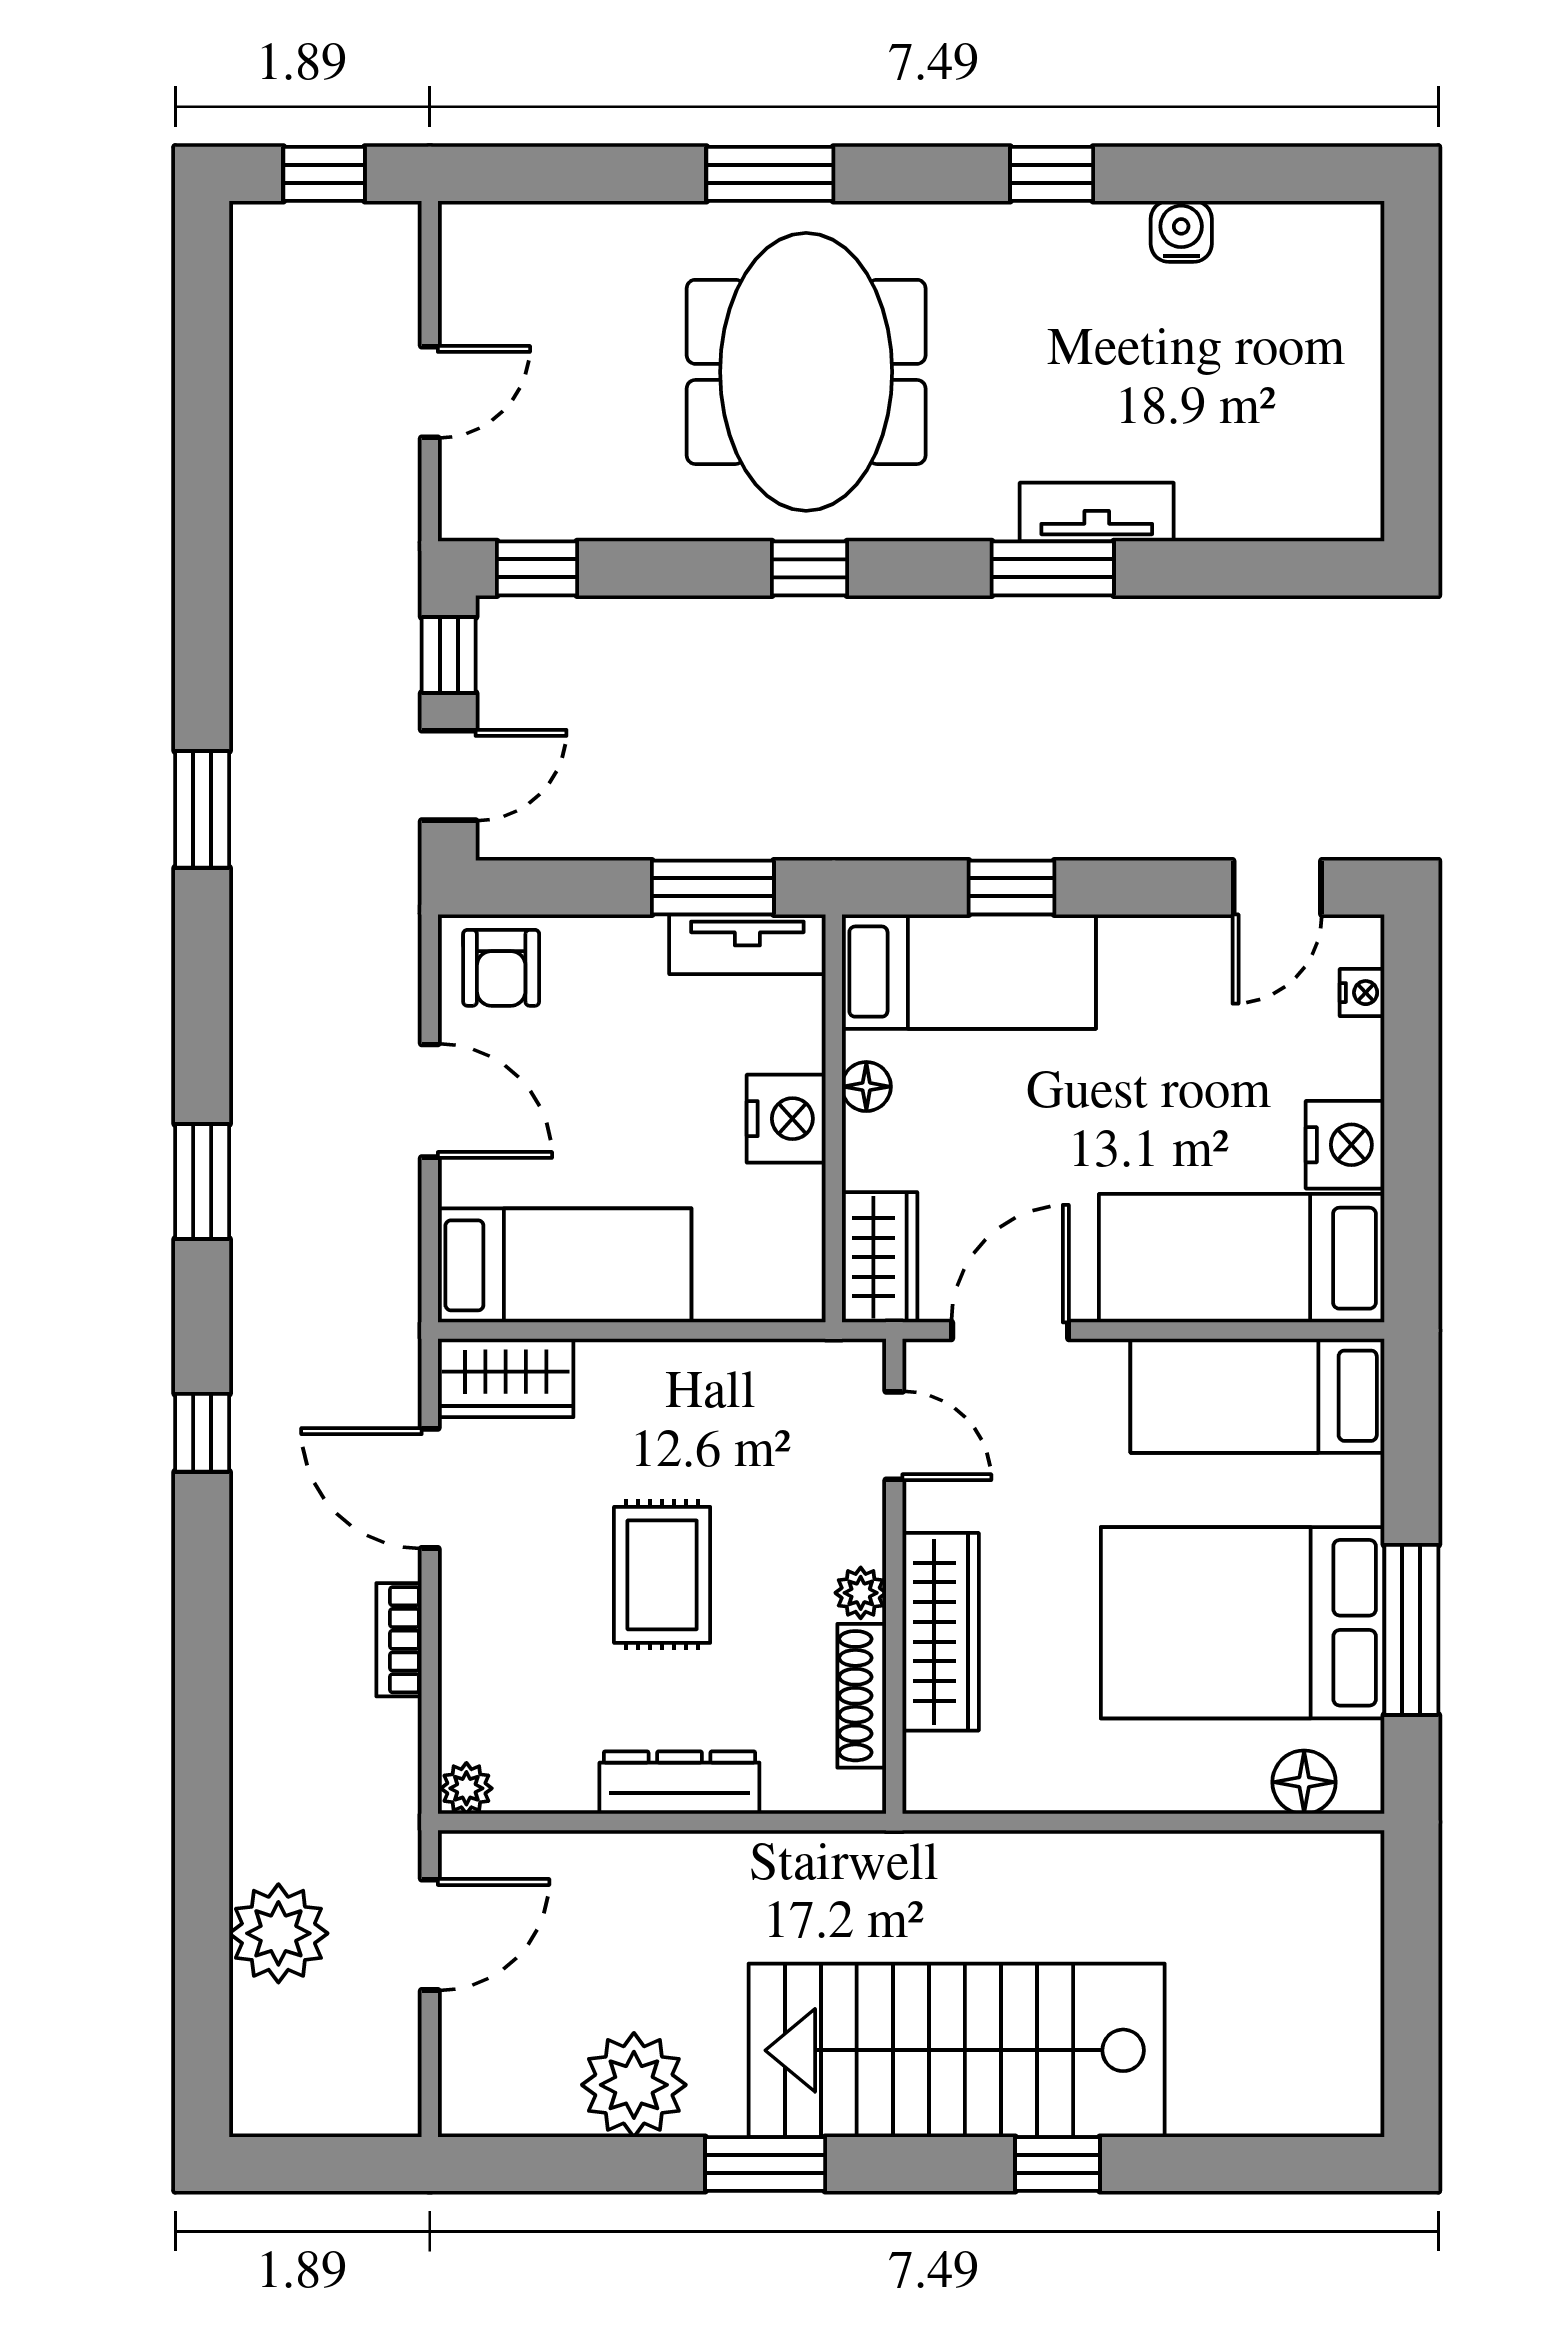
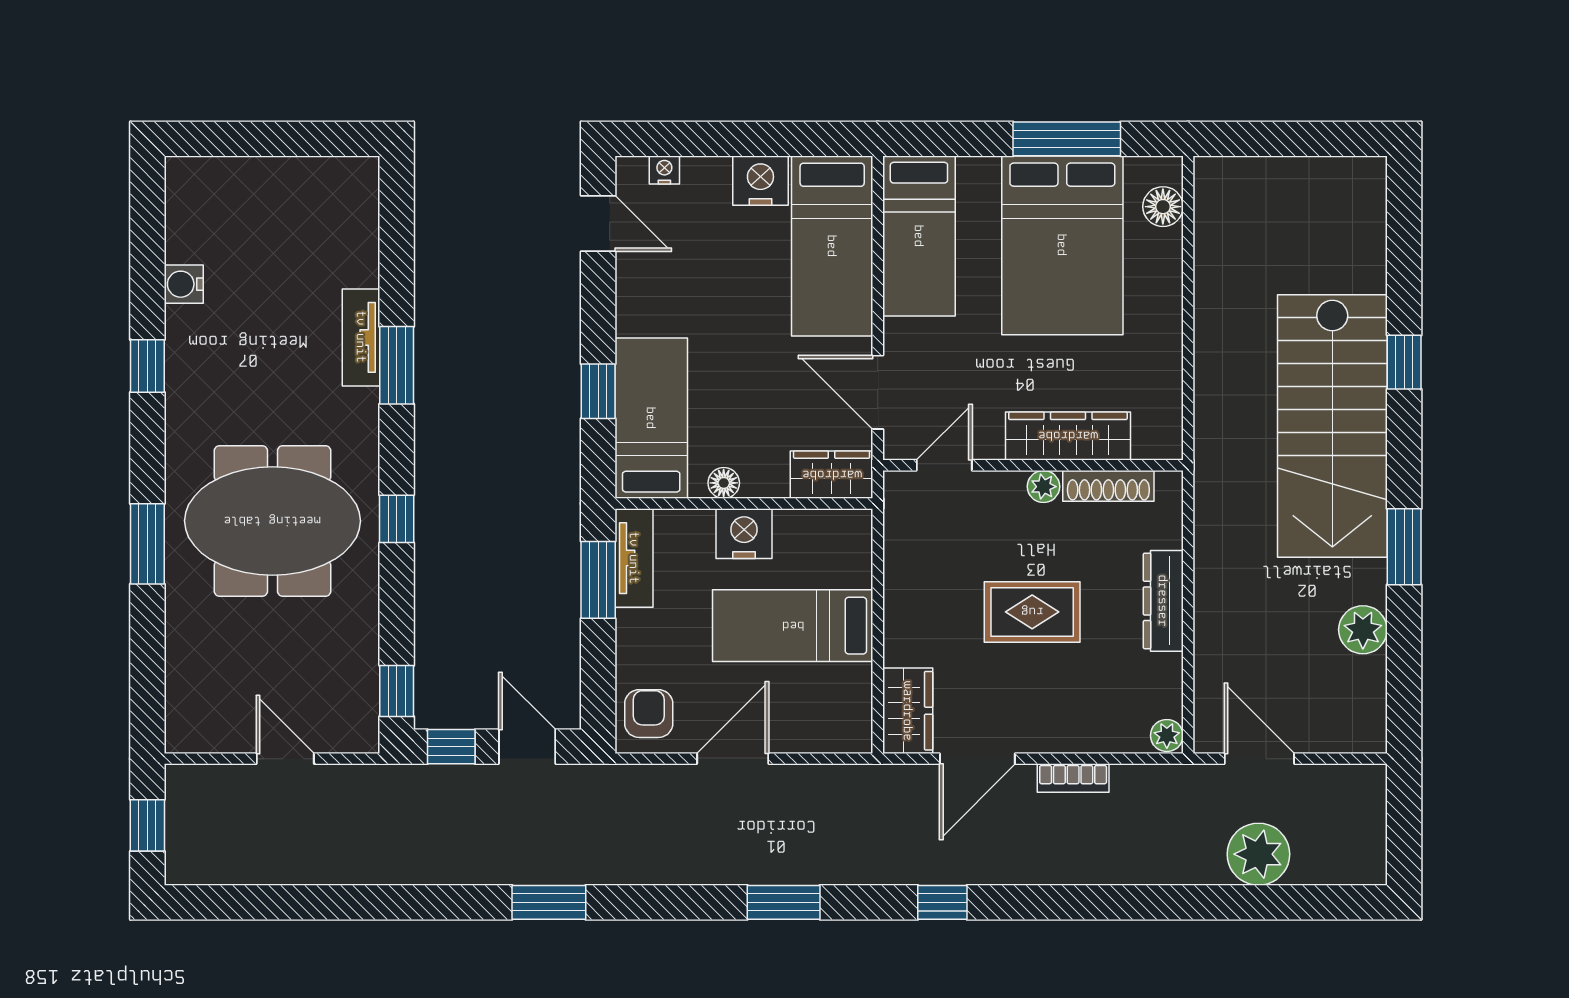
armchair: (501, 968) -> (649, 714), turned -90
bed: (565, 1265) -> (793, 626), moved, turned -90
plant: (634, 2085) -> (1363, 630), width x0.73, depth x0.73

